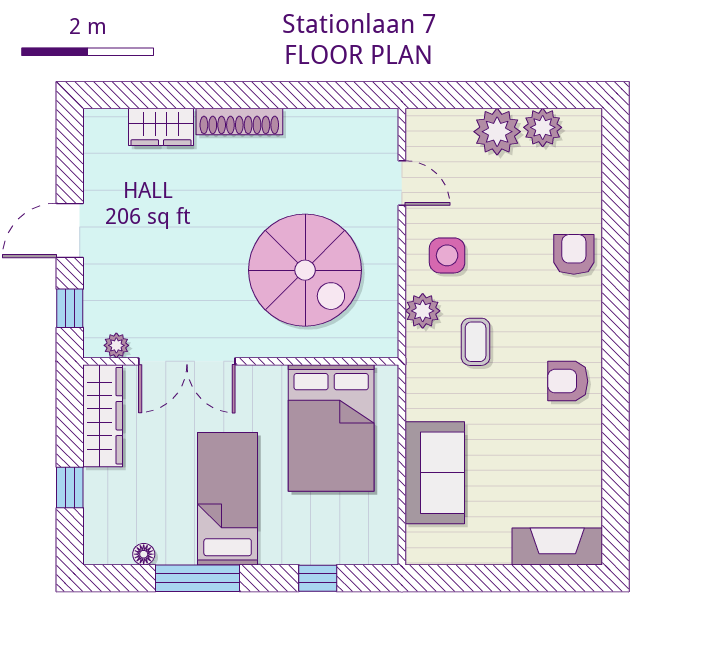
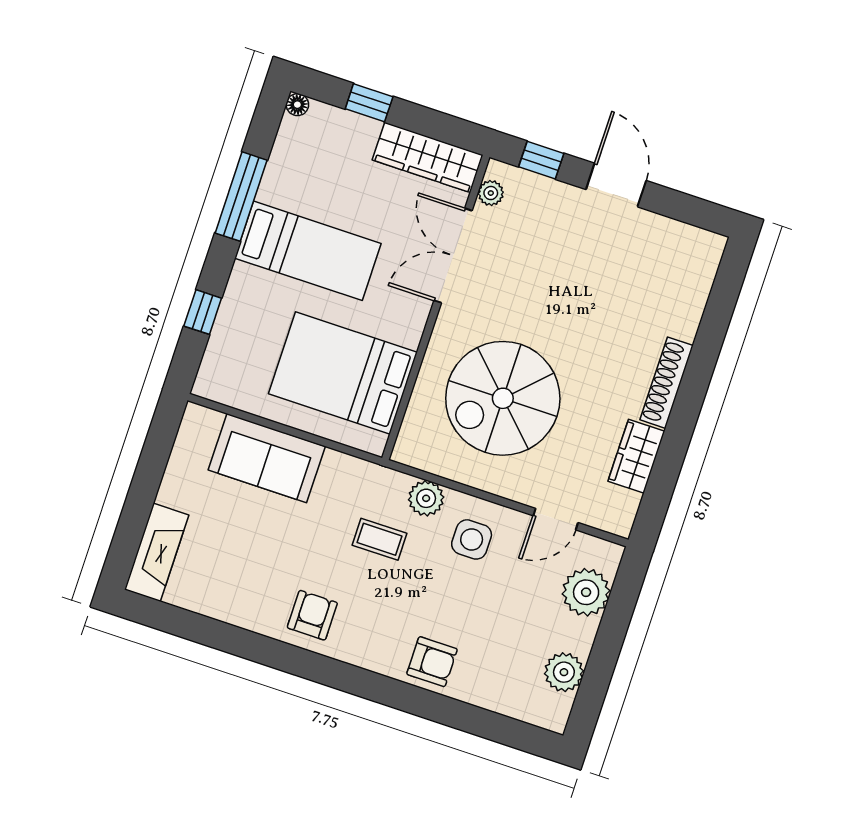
wardrobe: (161, 127) -> (636, 456), moved
plant: (497, 132) -> (586, 592), moved
floor lamp: (144, 554) -> (297, 105), moved

